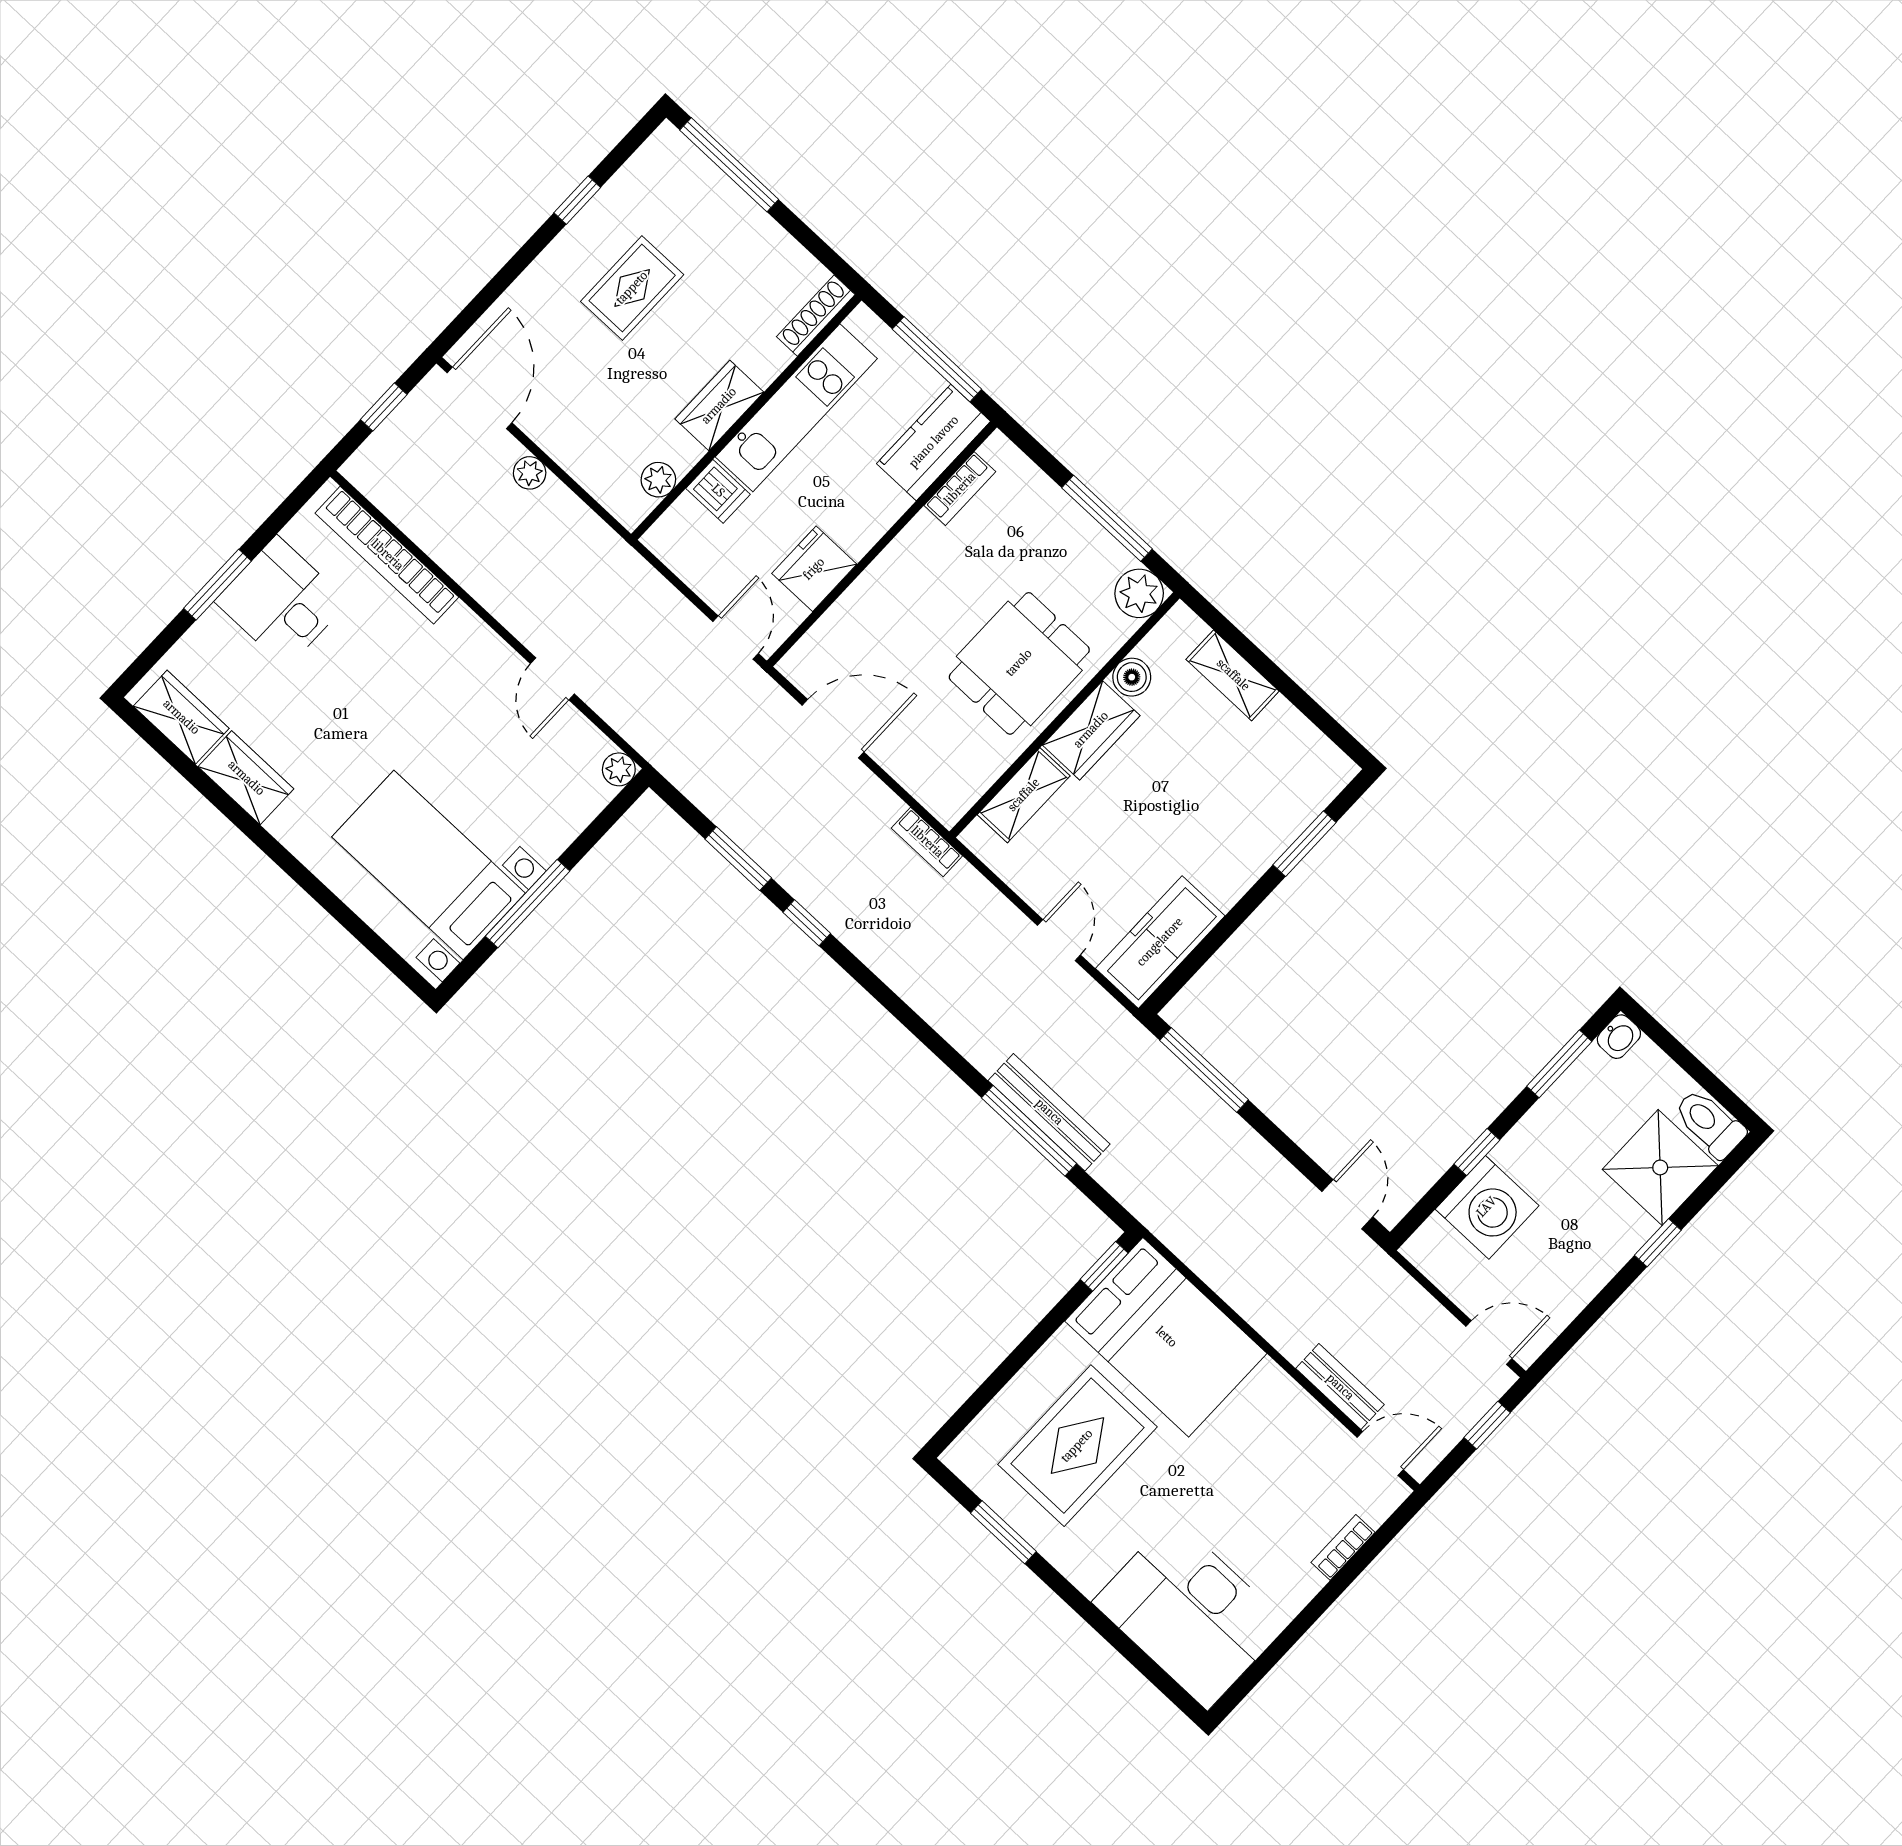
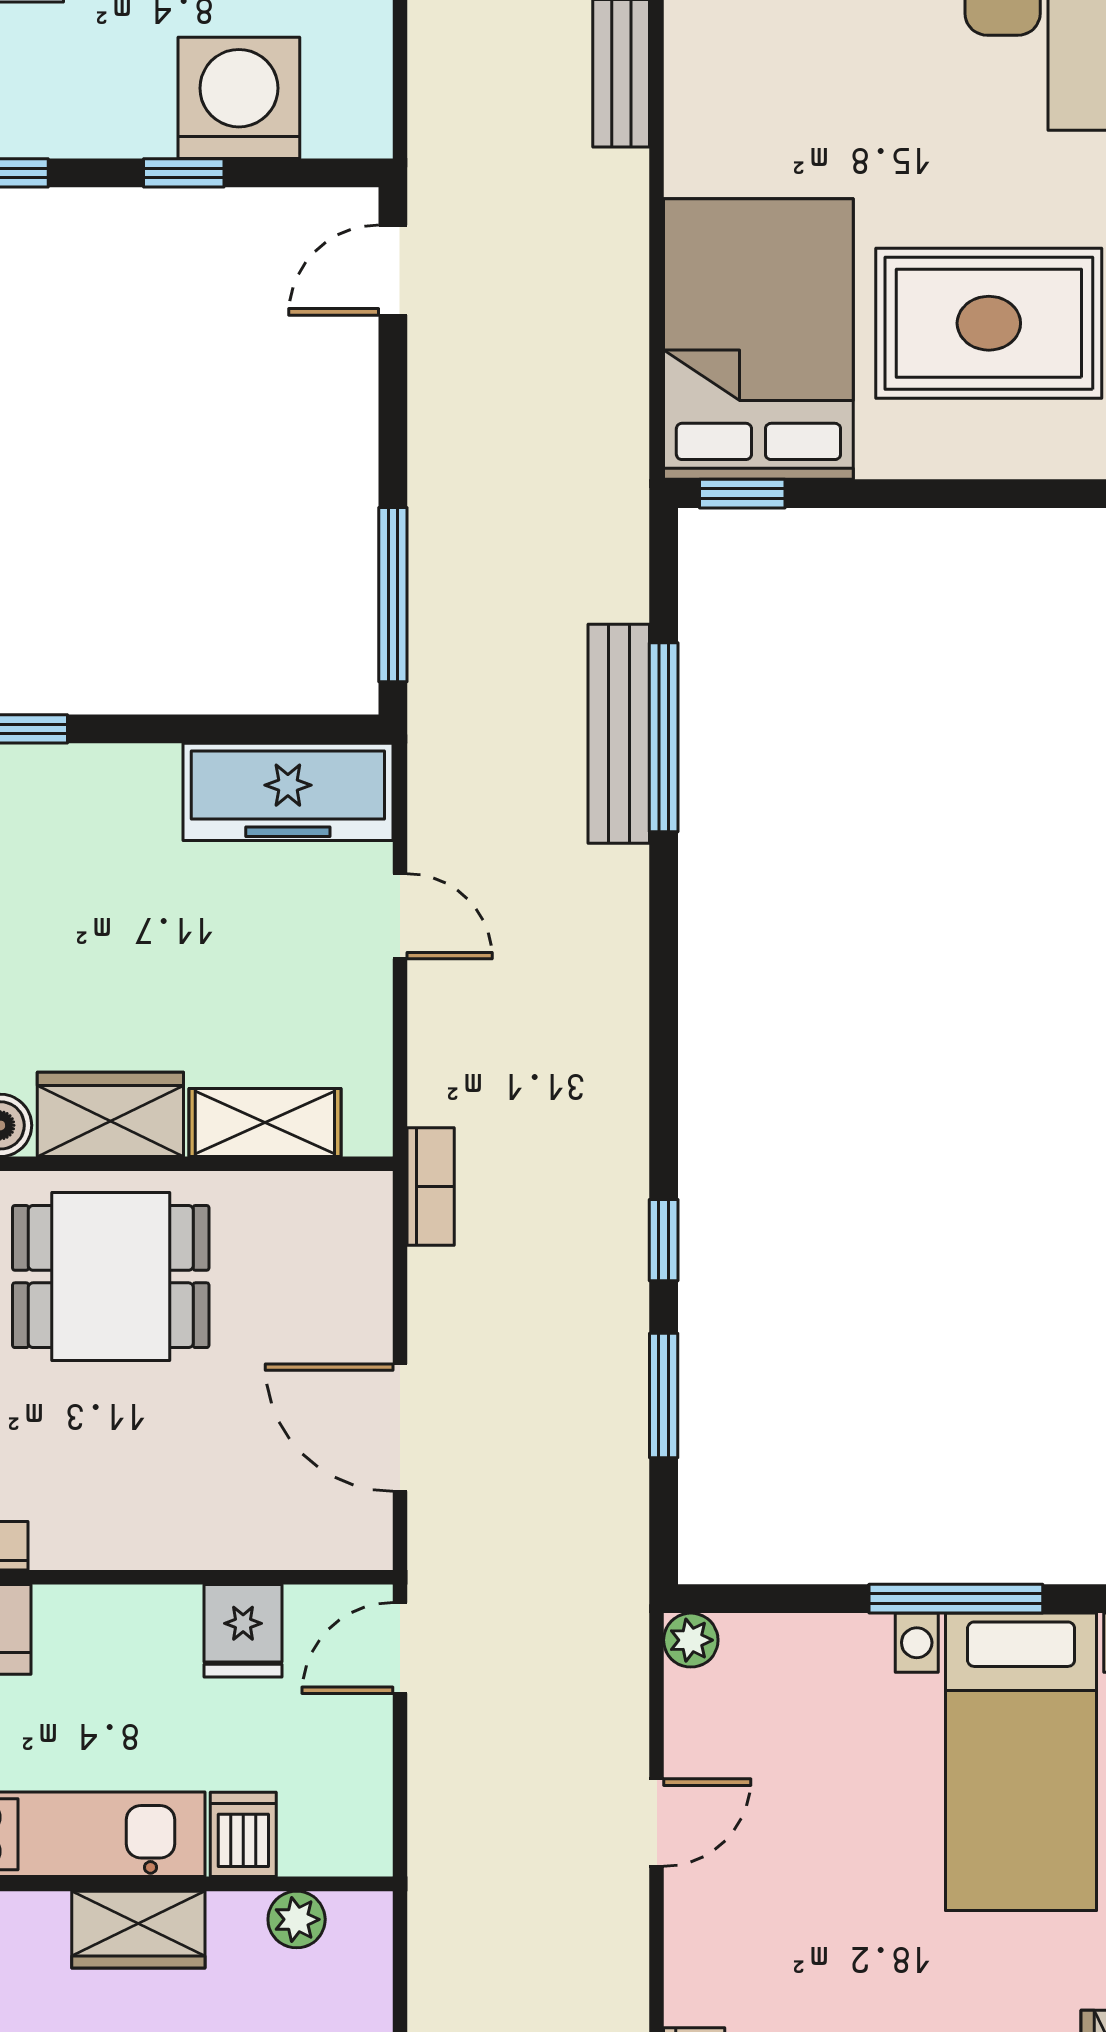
fridge: (814, 569) -> (243, 1631), width x0.72
door: (1059, 940) -> (400, 916), swing flipped

